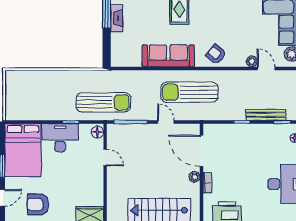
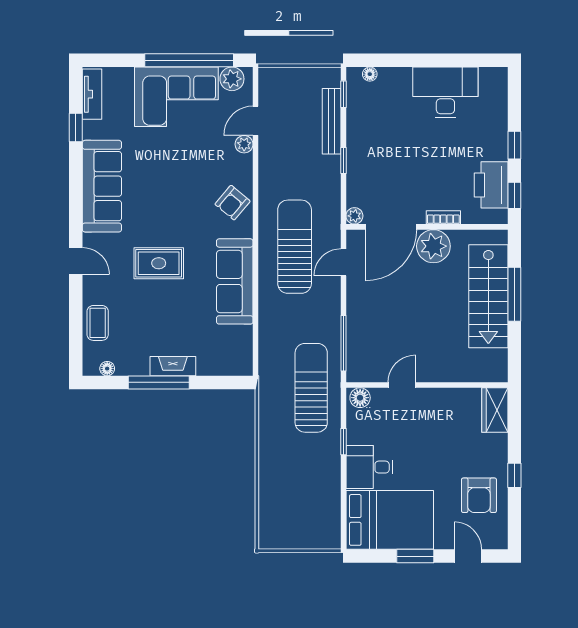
sun lounger: (189, 92) -> (295, 247), turned 180
door: (166, 122) -> (343, 262), moved
plant: (208, 129) -> (354, 216), added
desk: (60, 138) -> (369, 467), width x0.73
plant: (194, 177) -> (433, 246), width x1.88, depth x1.88

